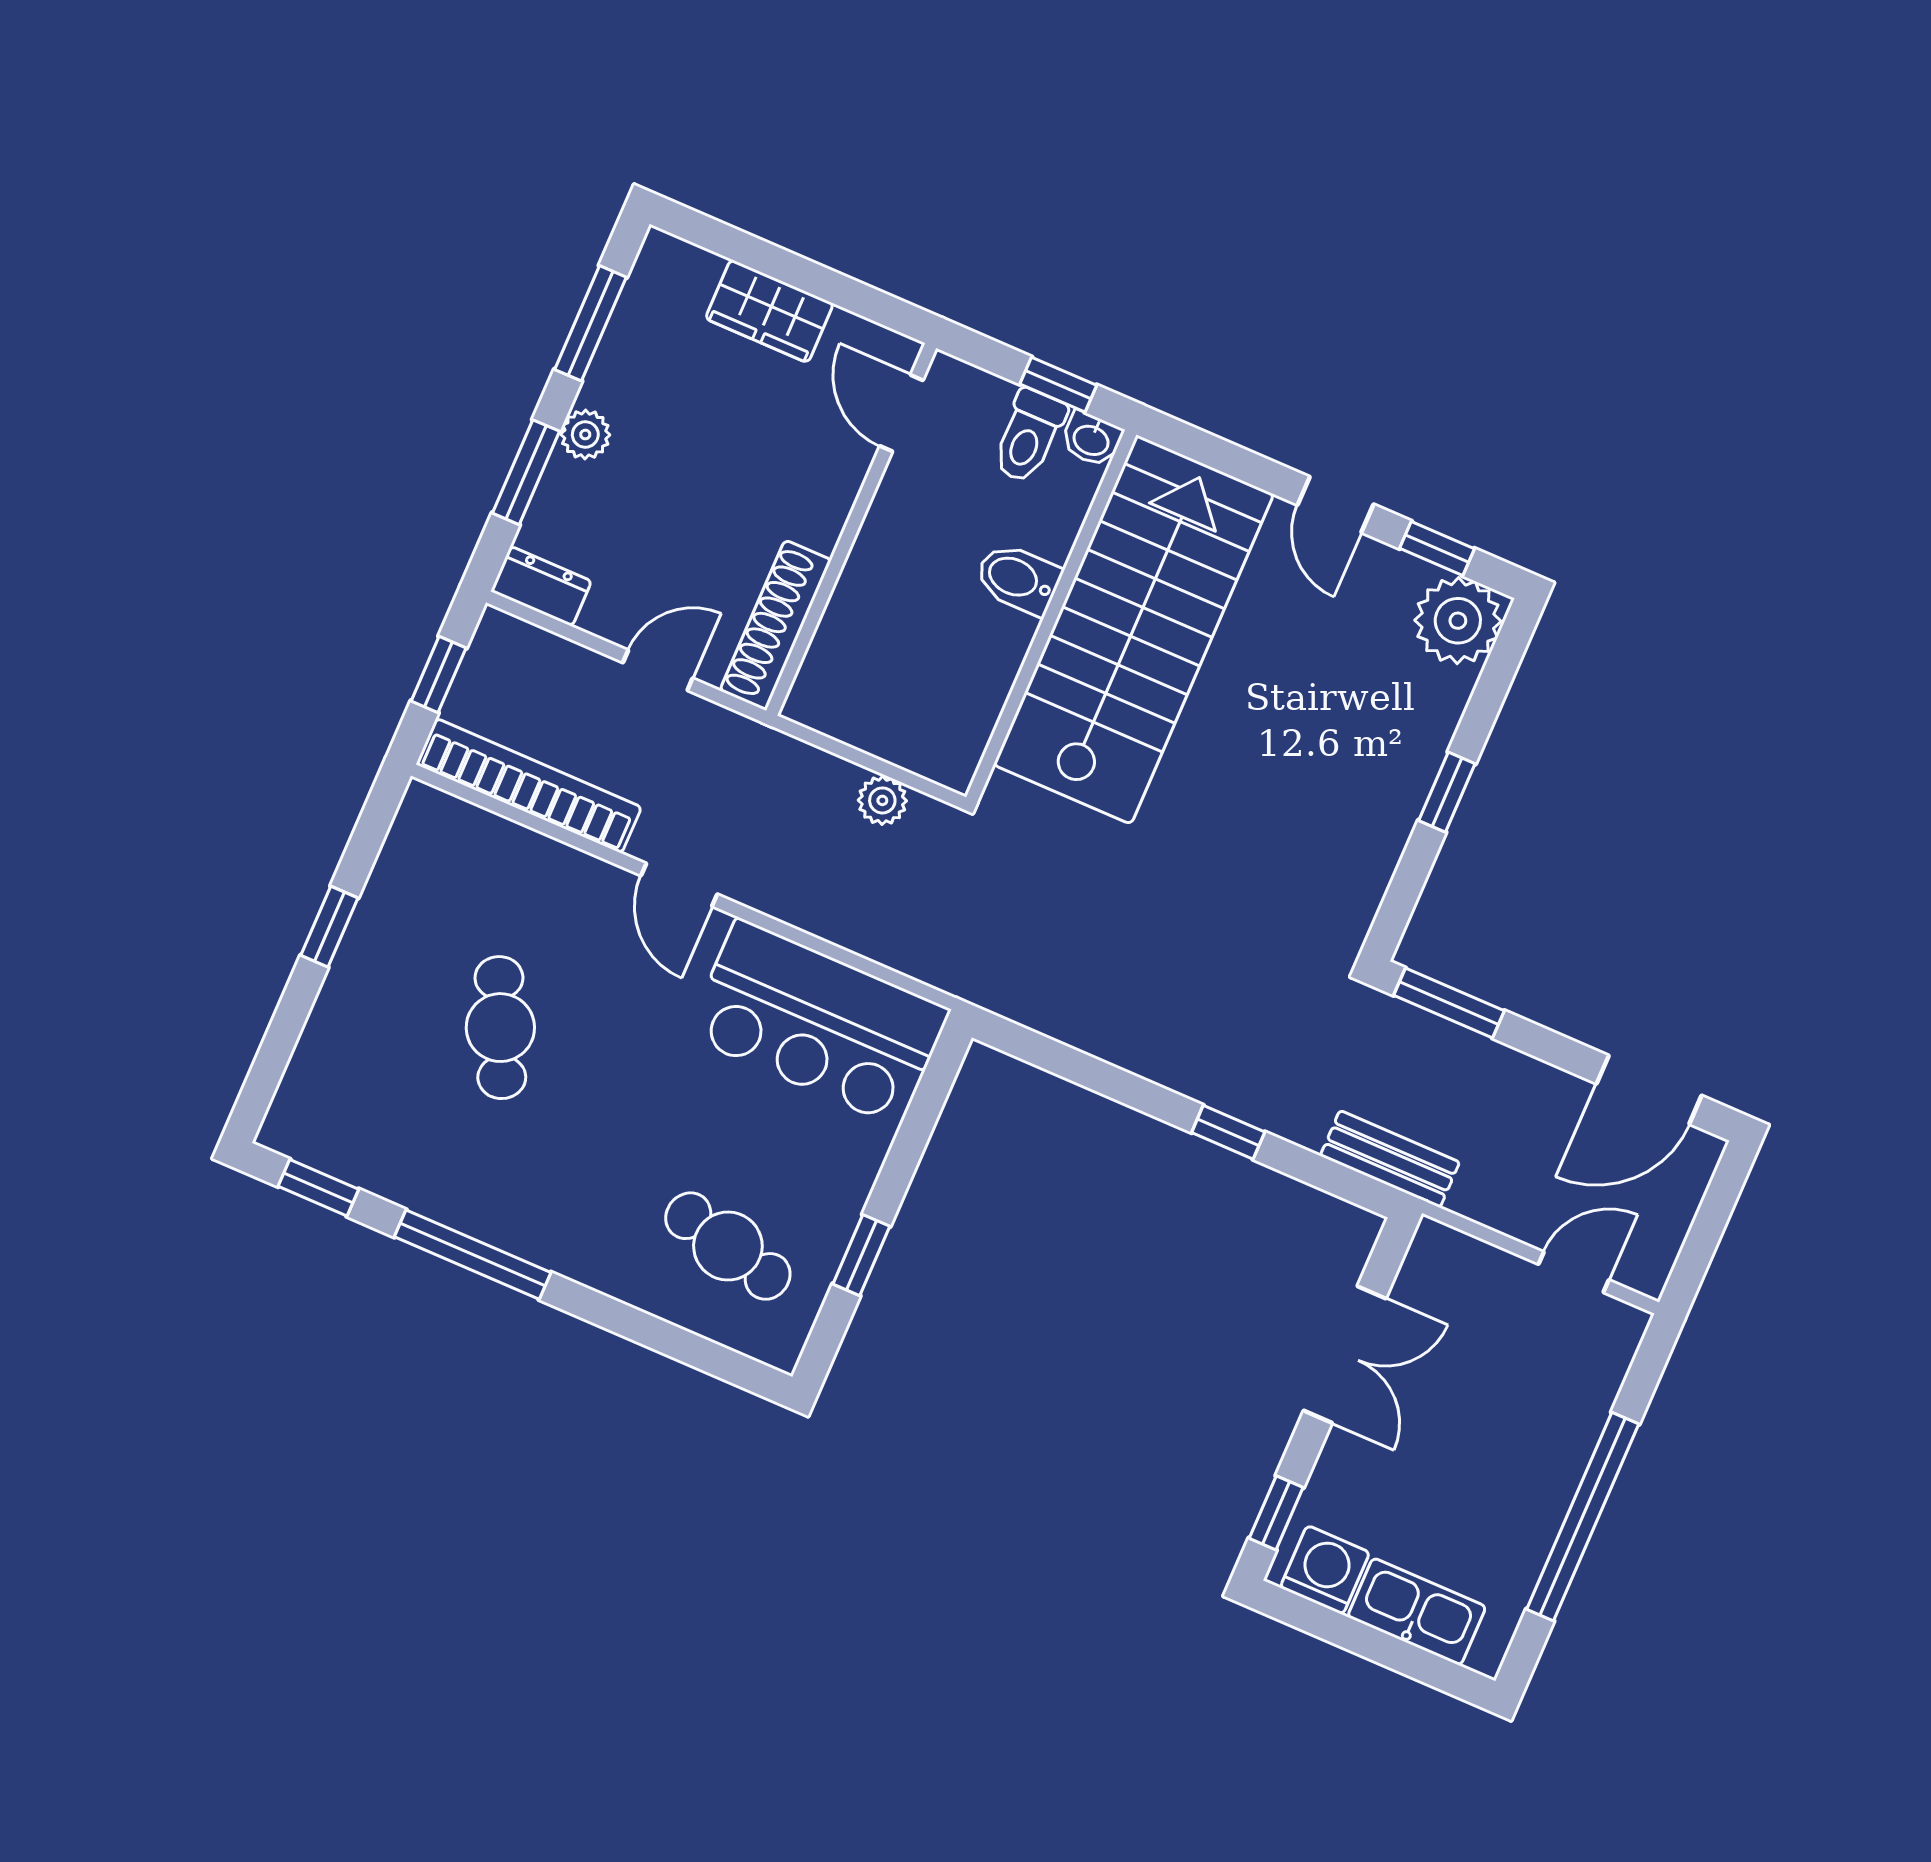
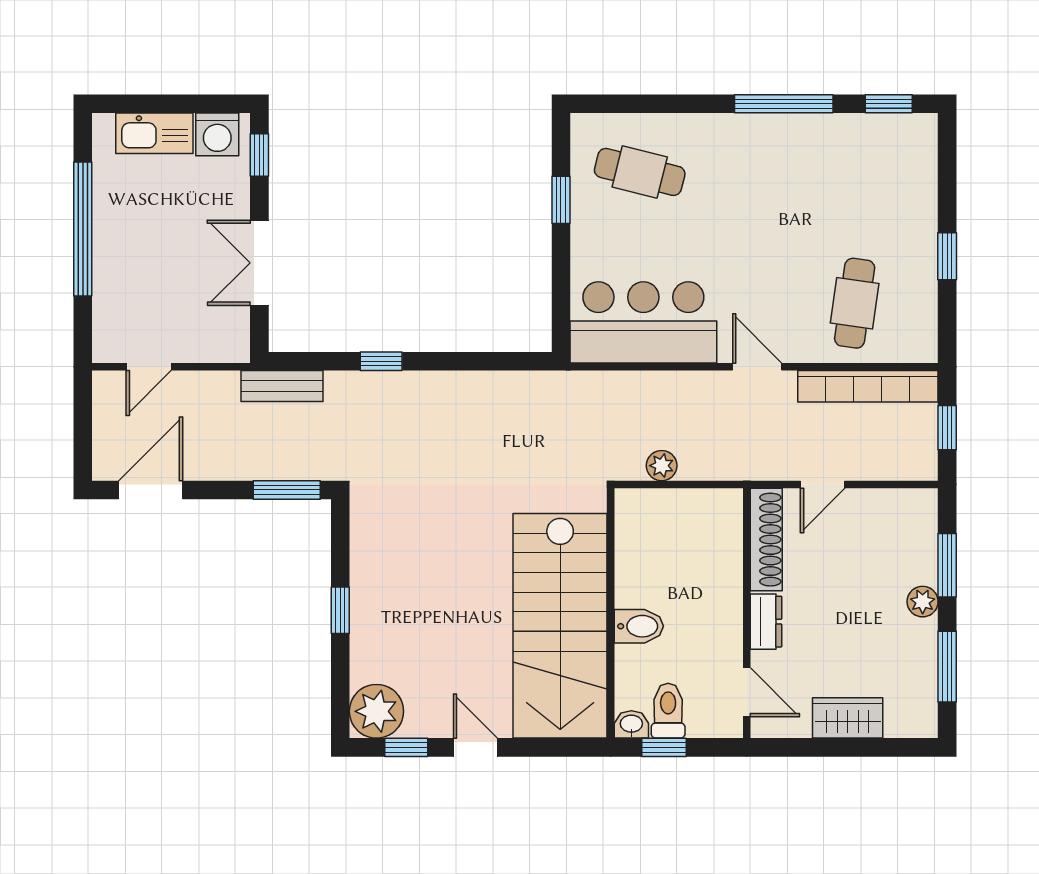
dresser: (541, 586) -> (766, 622), moved, turned -90
cafe table: (500, 1028) -> (855, 303), moved, turned 33

